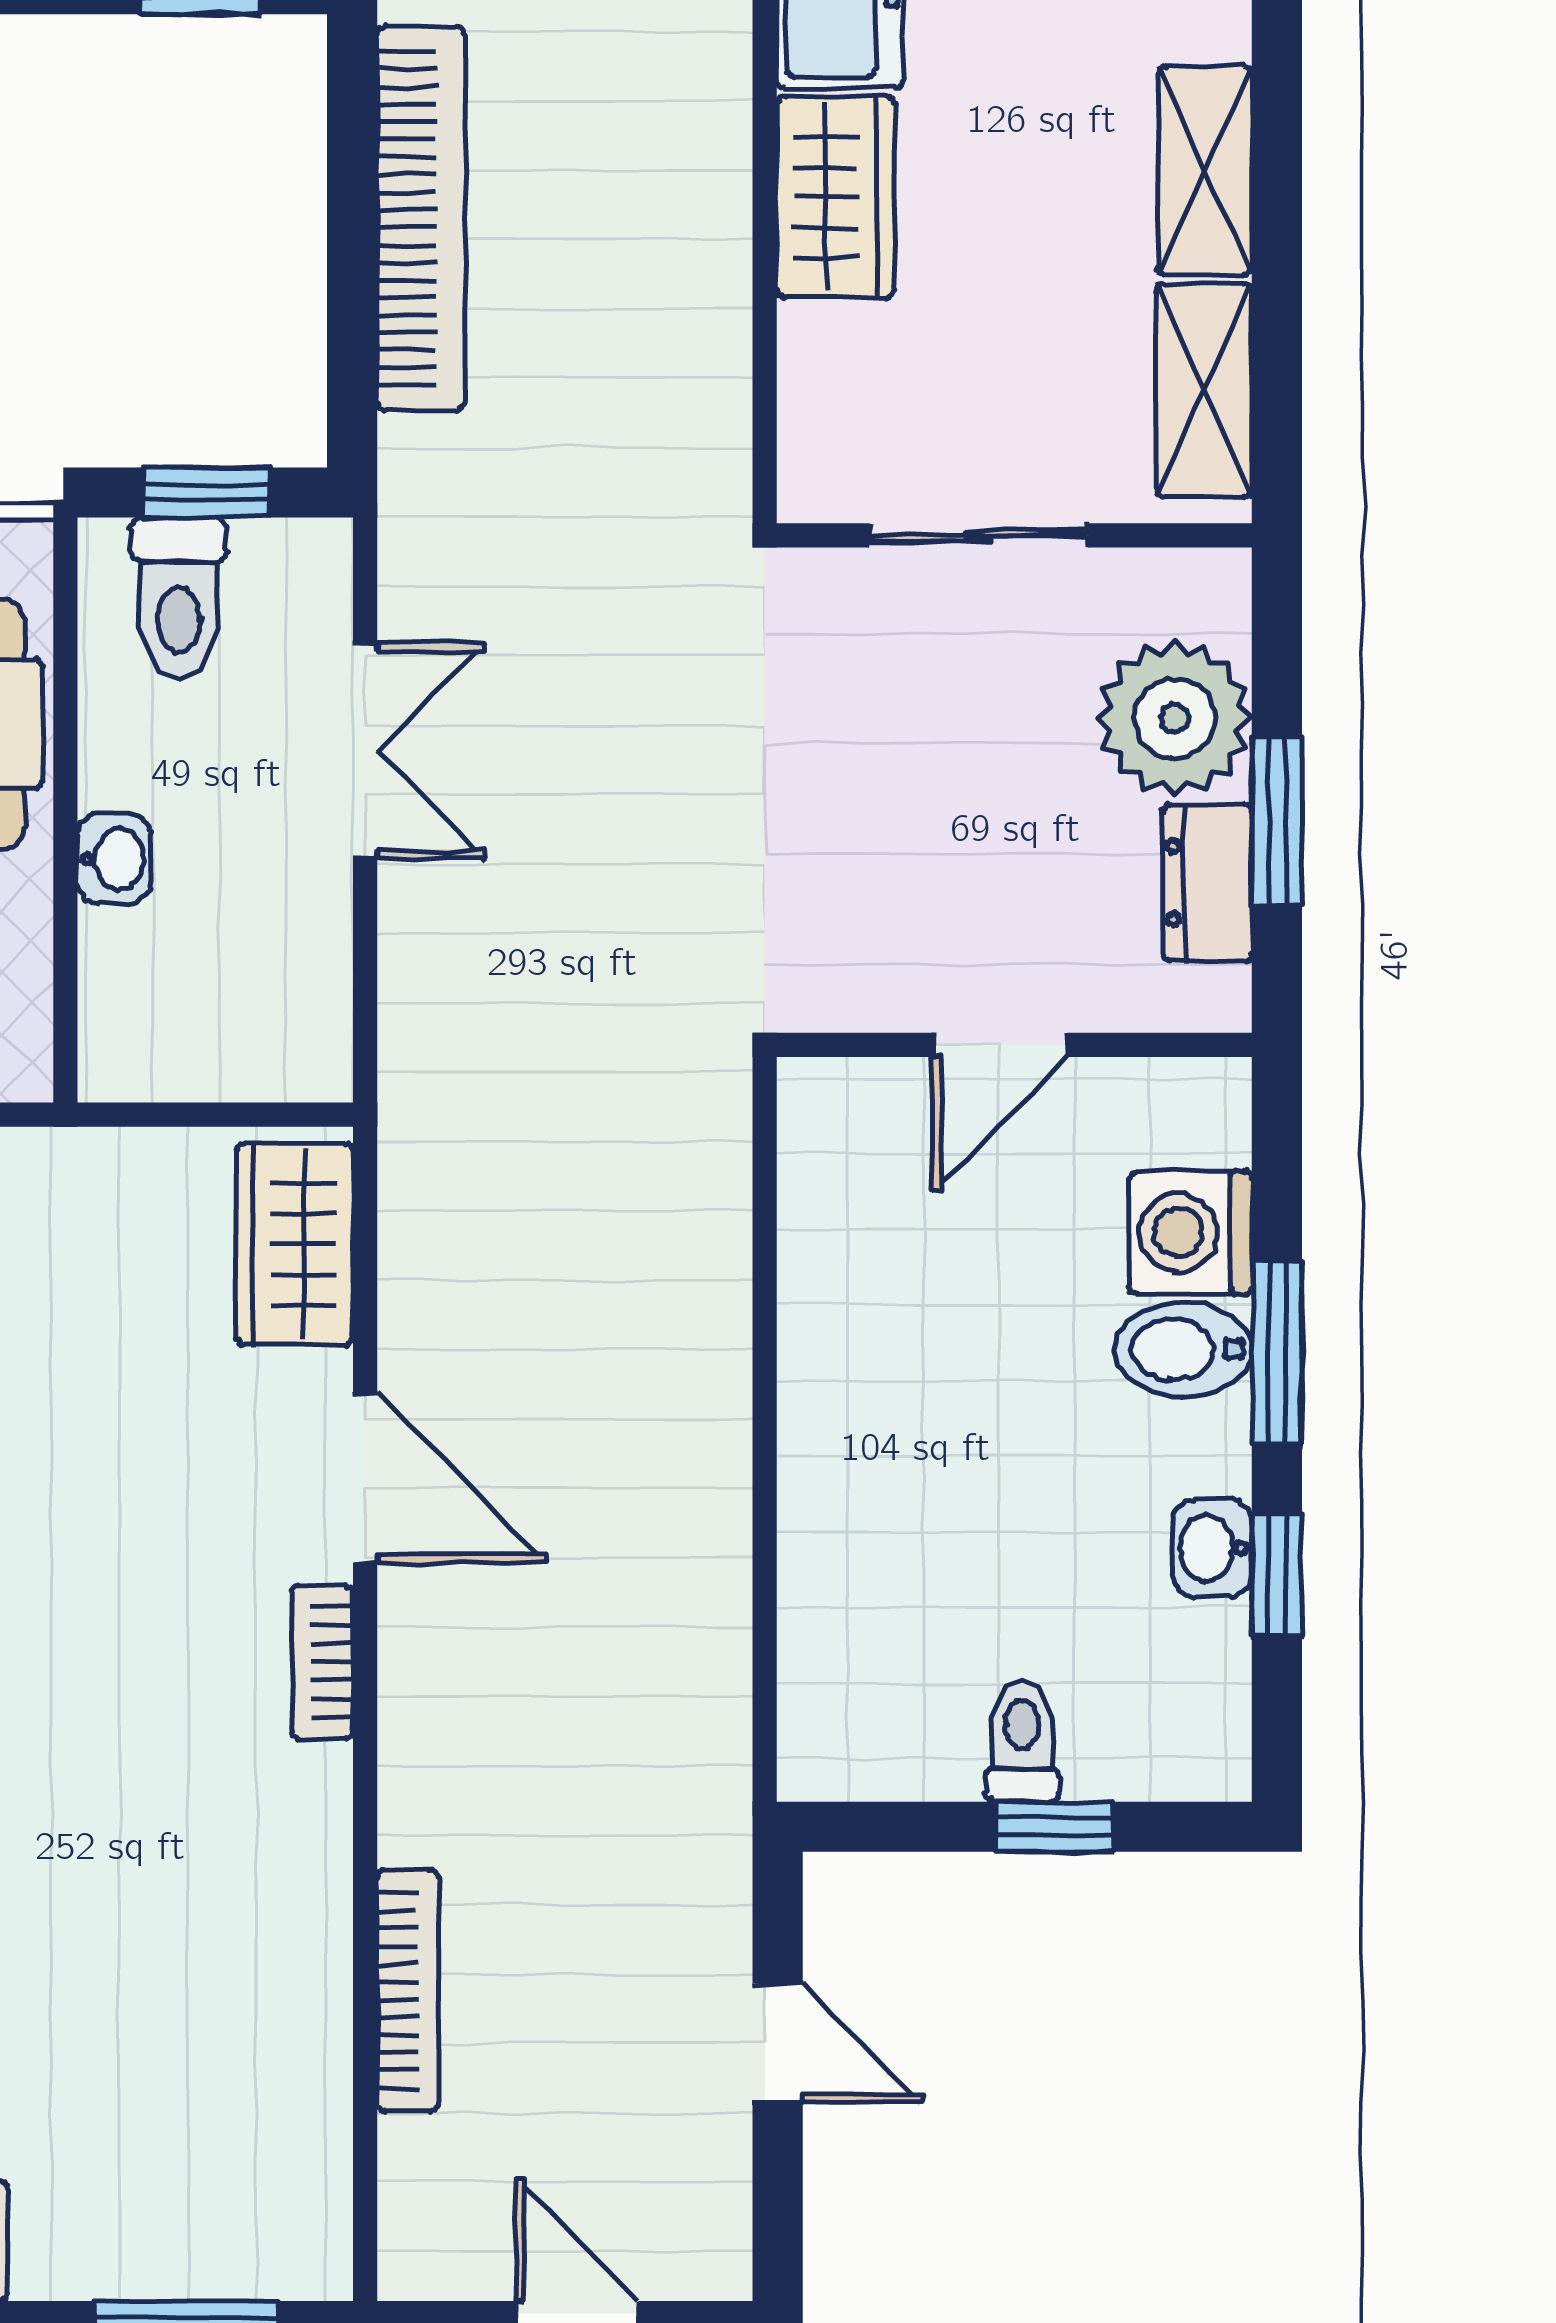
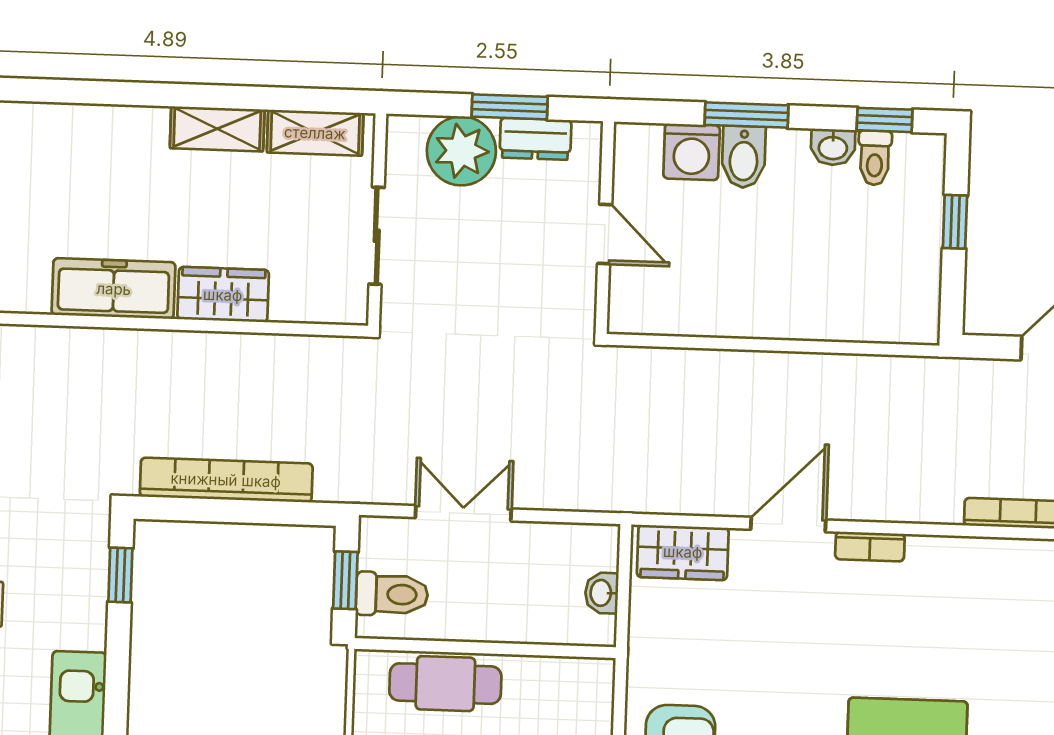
washbasin: (114, 859) -> (602, 593), moved, turned -90
window: (1277, 1575) -> (885, 120), moved
toilet: (1022, 1741) -> (875, 158), moved, turned -90

